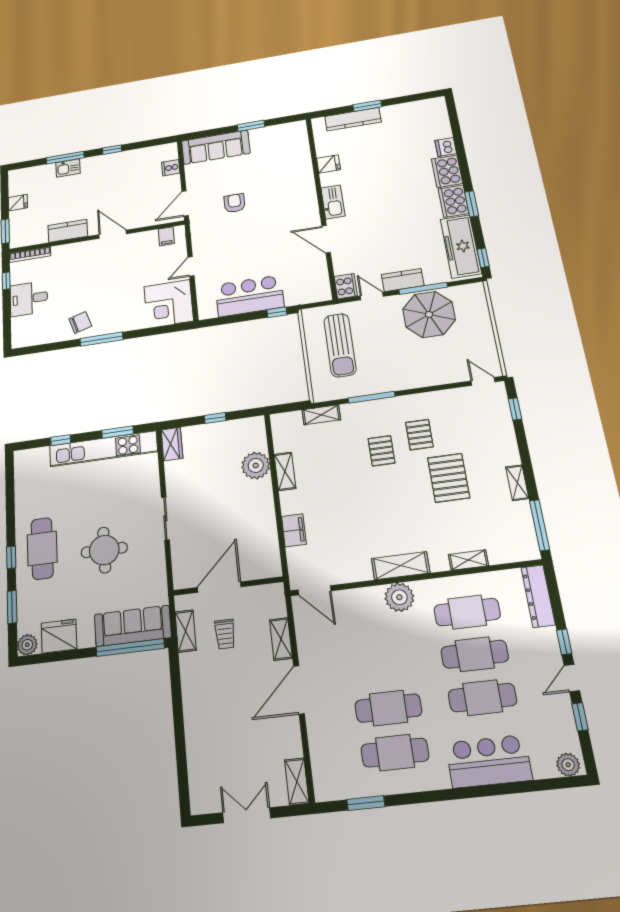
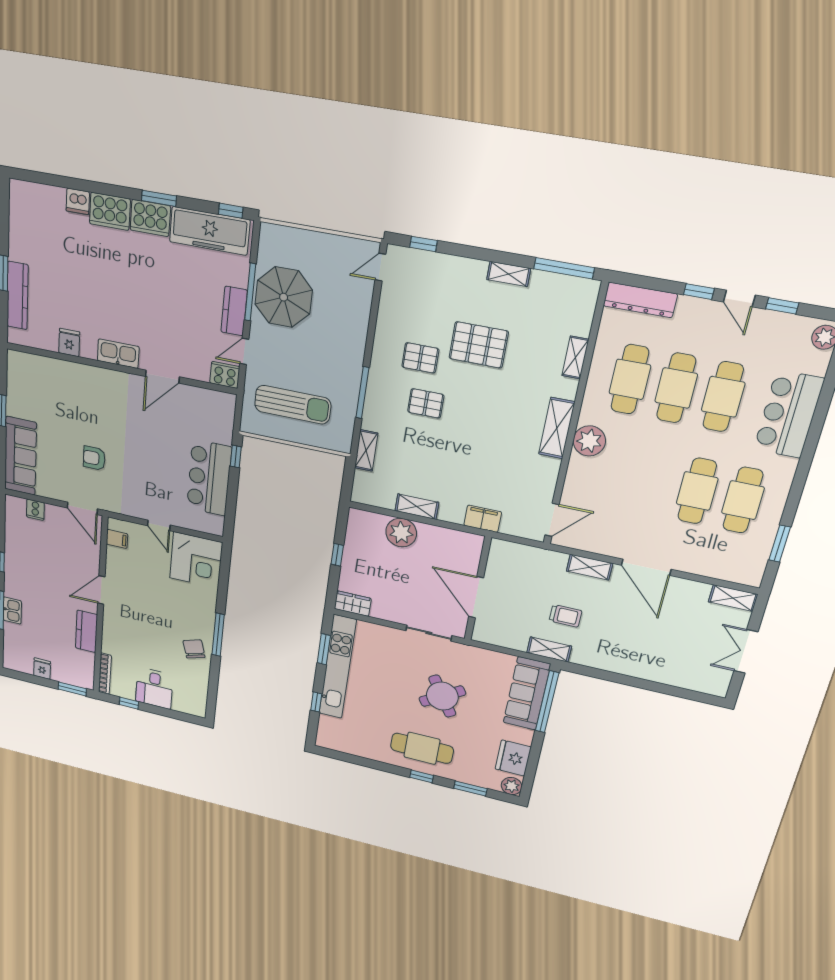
round table: (104, 550) -> (442, 696), turned -32
wall: (228, 586) -> (478, 589), moved
door: (219, 587) -> (476, 597), moved

